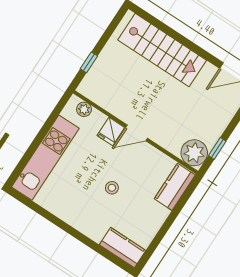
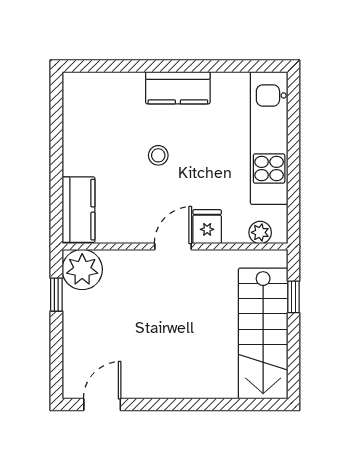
stairs: (162, 50) -> (263, 334), moved, turned -90
kitchen counter: (123, 248) -> (178, 88), moved

